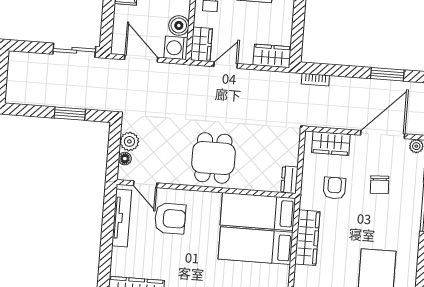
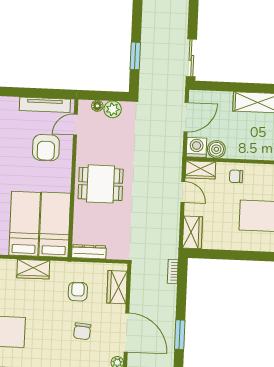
dresser: (289, 180) -> (89, 252), width x1.44
chair: (380, 185) -> (82, 331), turned -82
armchair: (334, 188) -> (78, 292), turned -90
wardrobe: (307, 238) -> (33, 269), width x0.67

